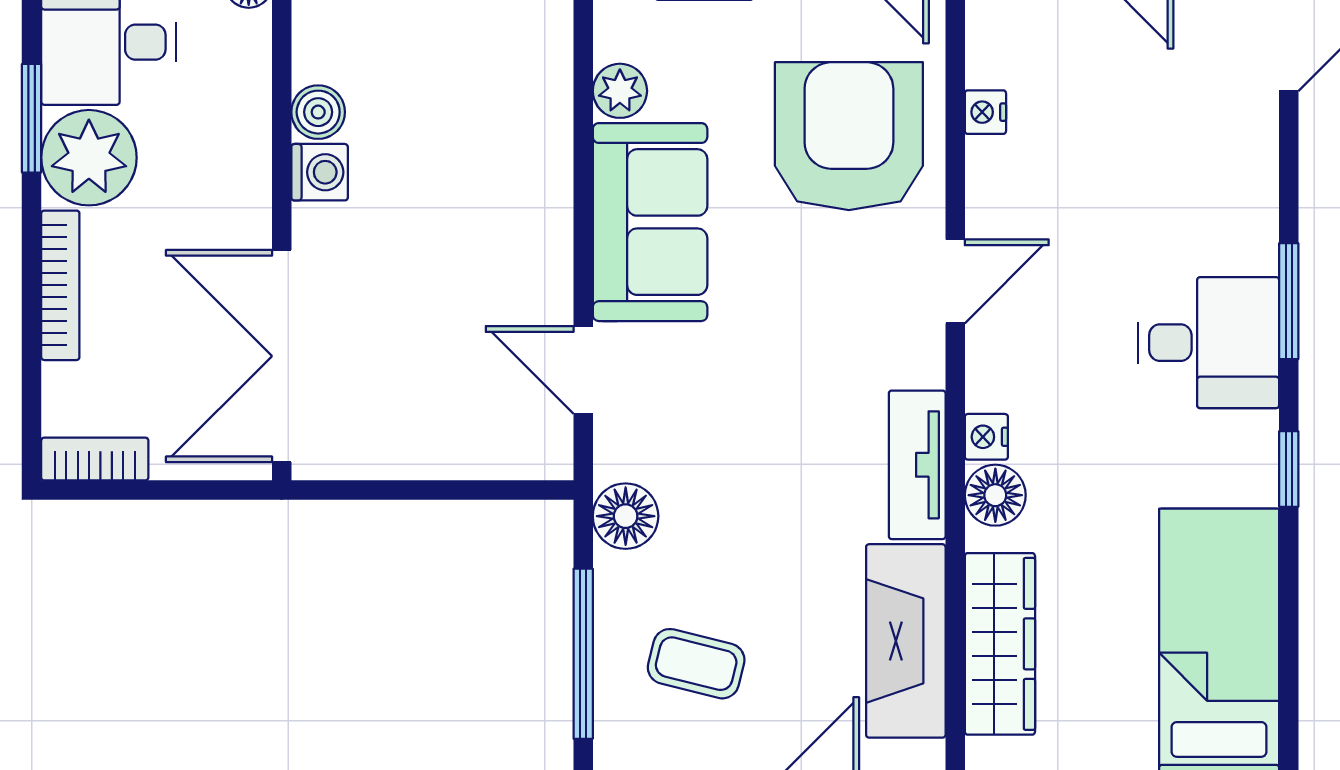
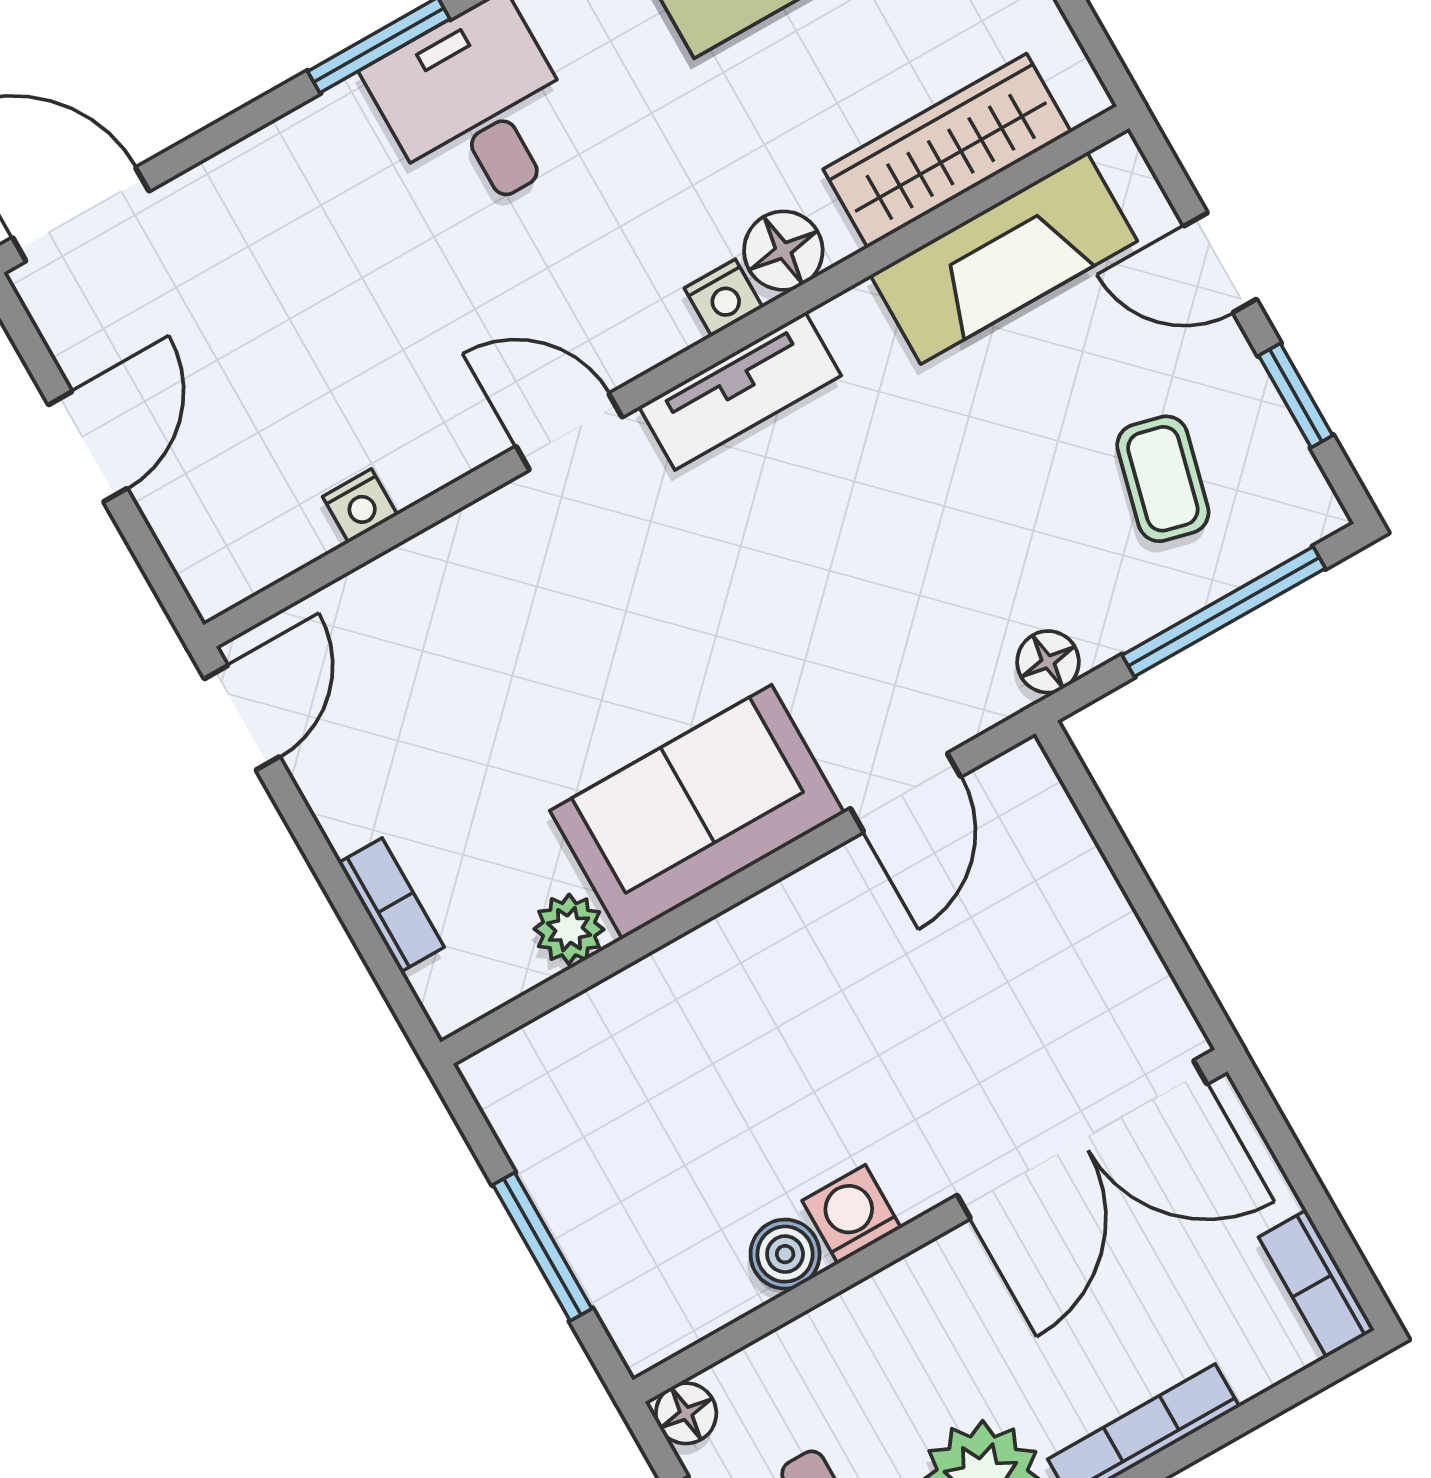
armchair: (849, 136) -> (474, 643), removed
tv unit: (917, 465) -> (740, 391), moved
floor lamp: (626, 516) -> (1048, 662), width x0.73, depth x0.73

